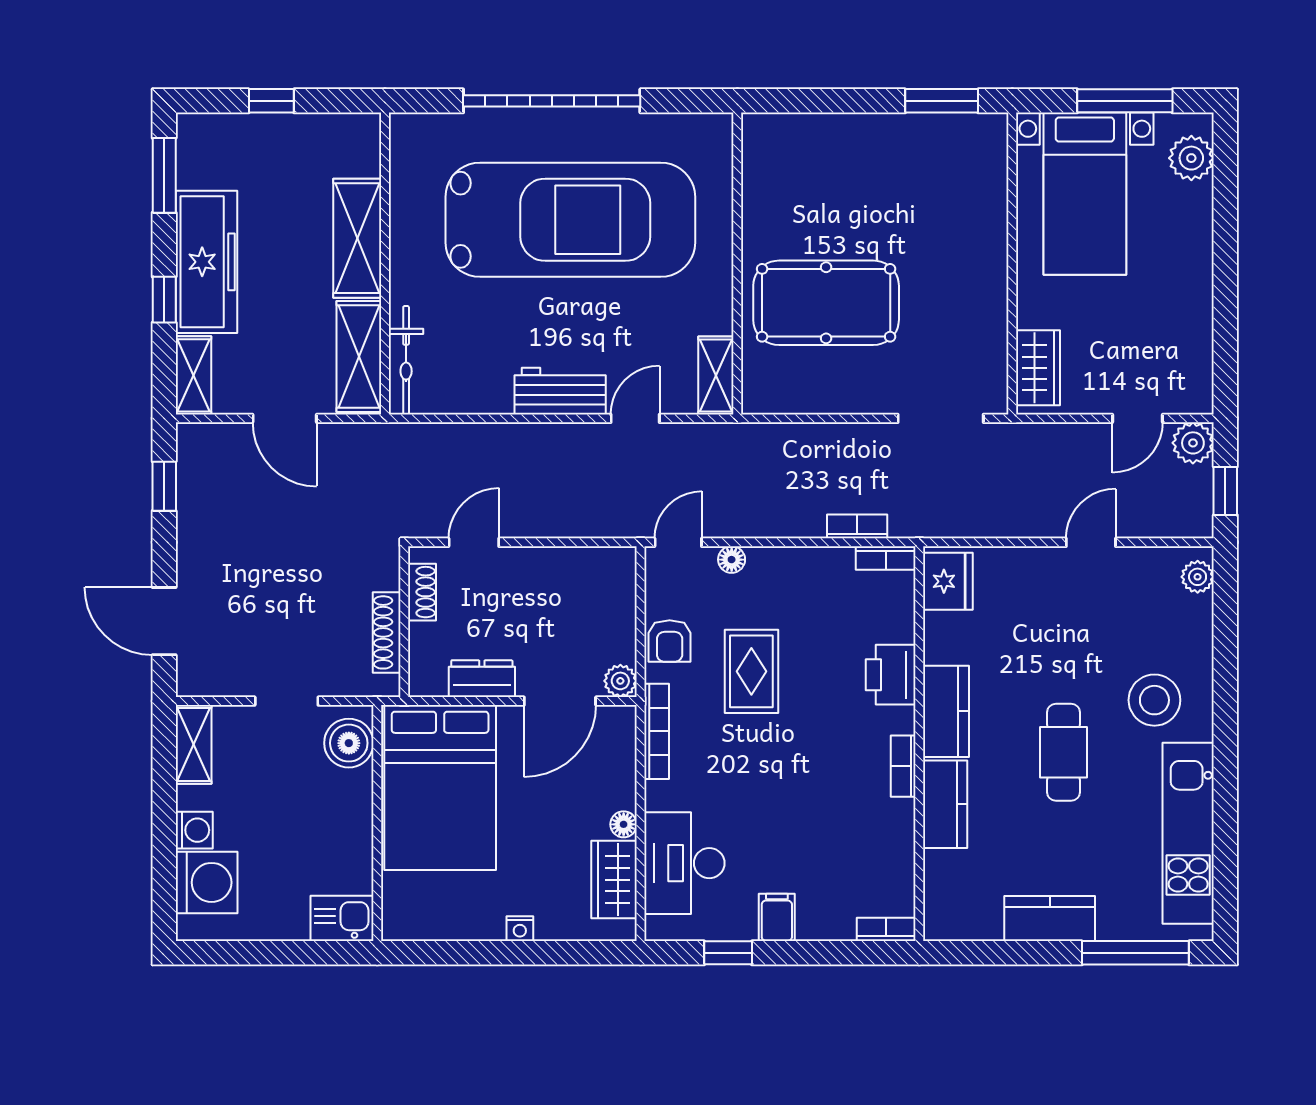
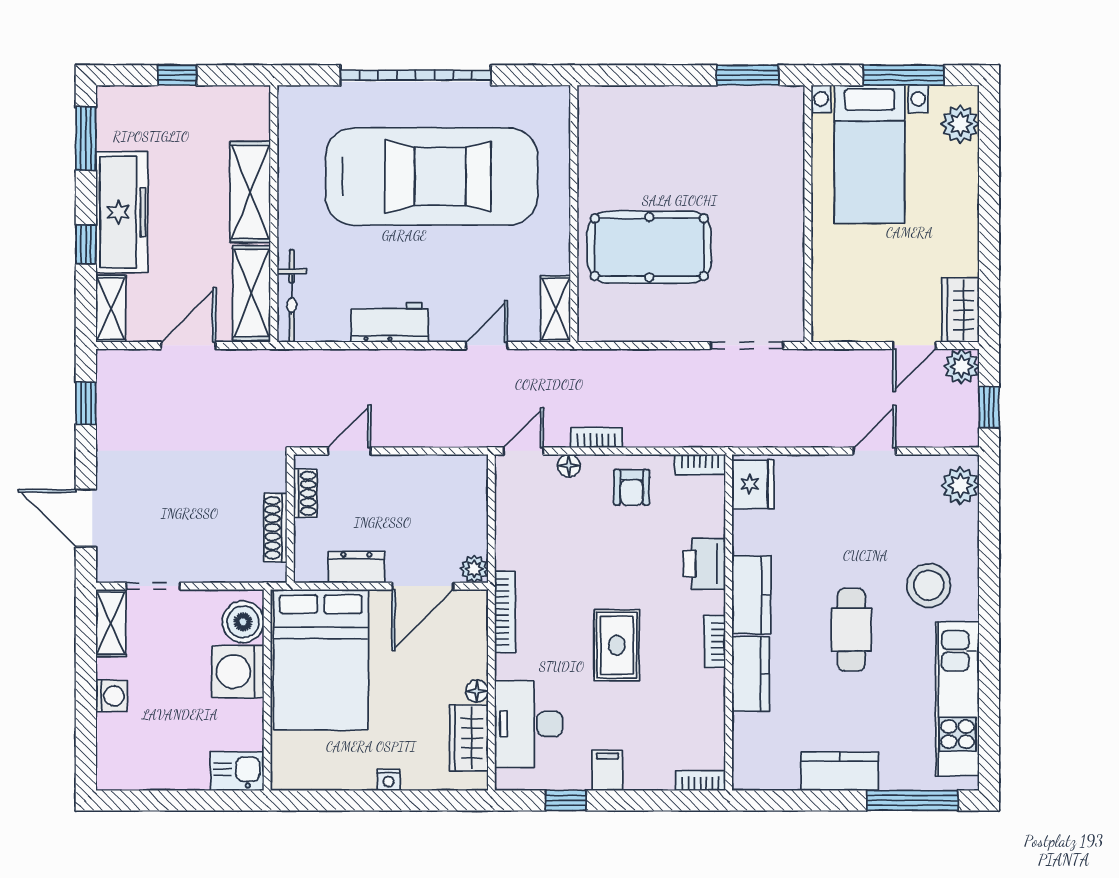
wardrobe: (1038, 368) -> (961, 310), moved, turned 180
workbench: (560, 391) -> (390, 322), moved
door: (285, 418) -> (188, 345), swing flipped
bookcase: (857, 526) -> (596, 437), moved
plant: (1198, 577) -> (960, 485), width x1.38, depth x1.38
armchair: (670, 641) -> (632, 487), moved
rug: (751, 671) -> (617, 645), moved
doorway: (287, 701) -> (153, 586), moved
washing machine: (207, 882) -> (238, 672), moved, turned 180

